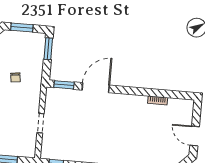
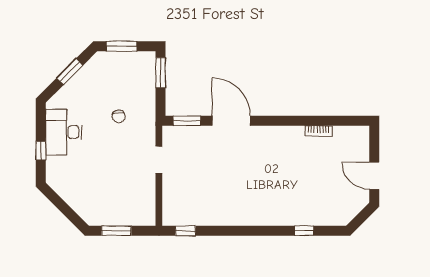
door: (96, 88) -> (231, 121), hinge flipped
doorway: (41, 123) -> (159, 160), moved

